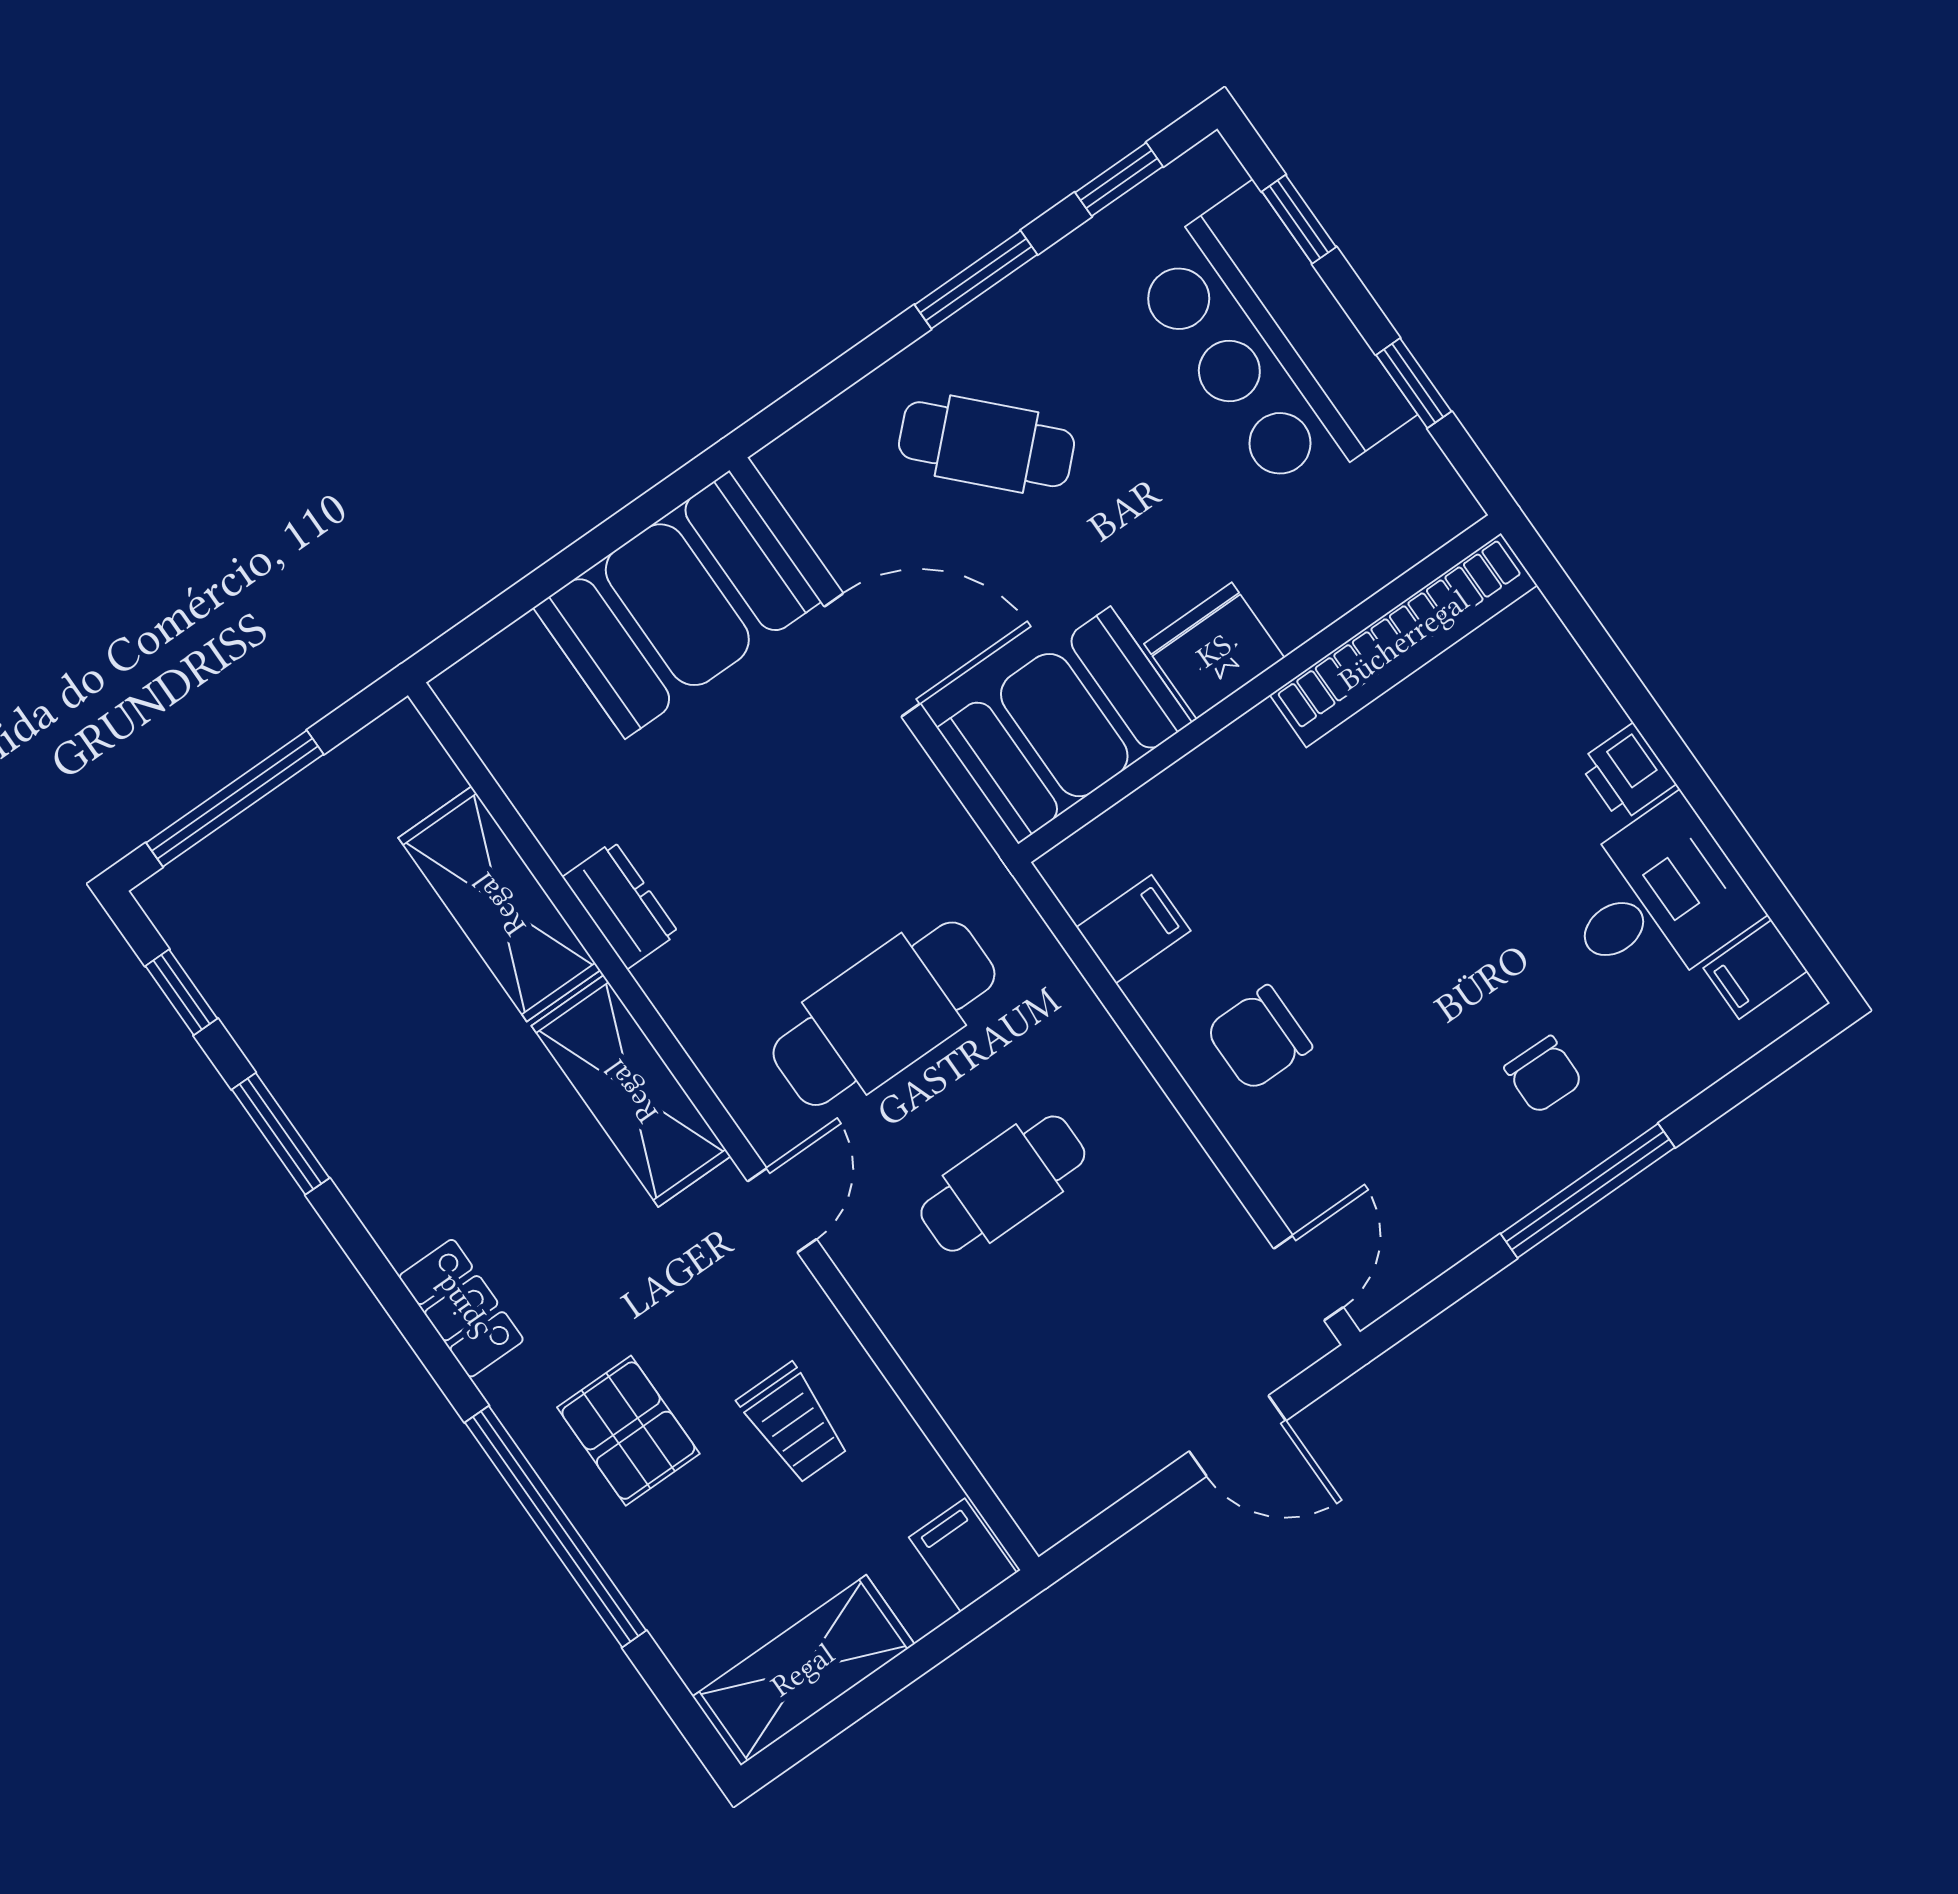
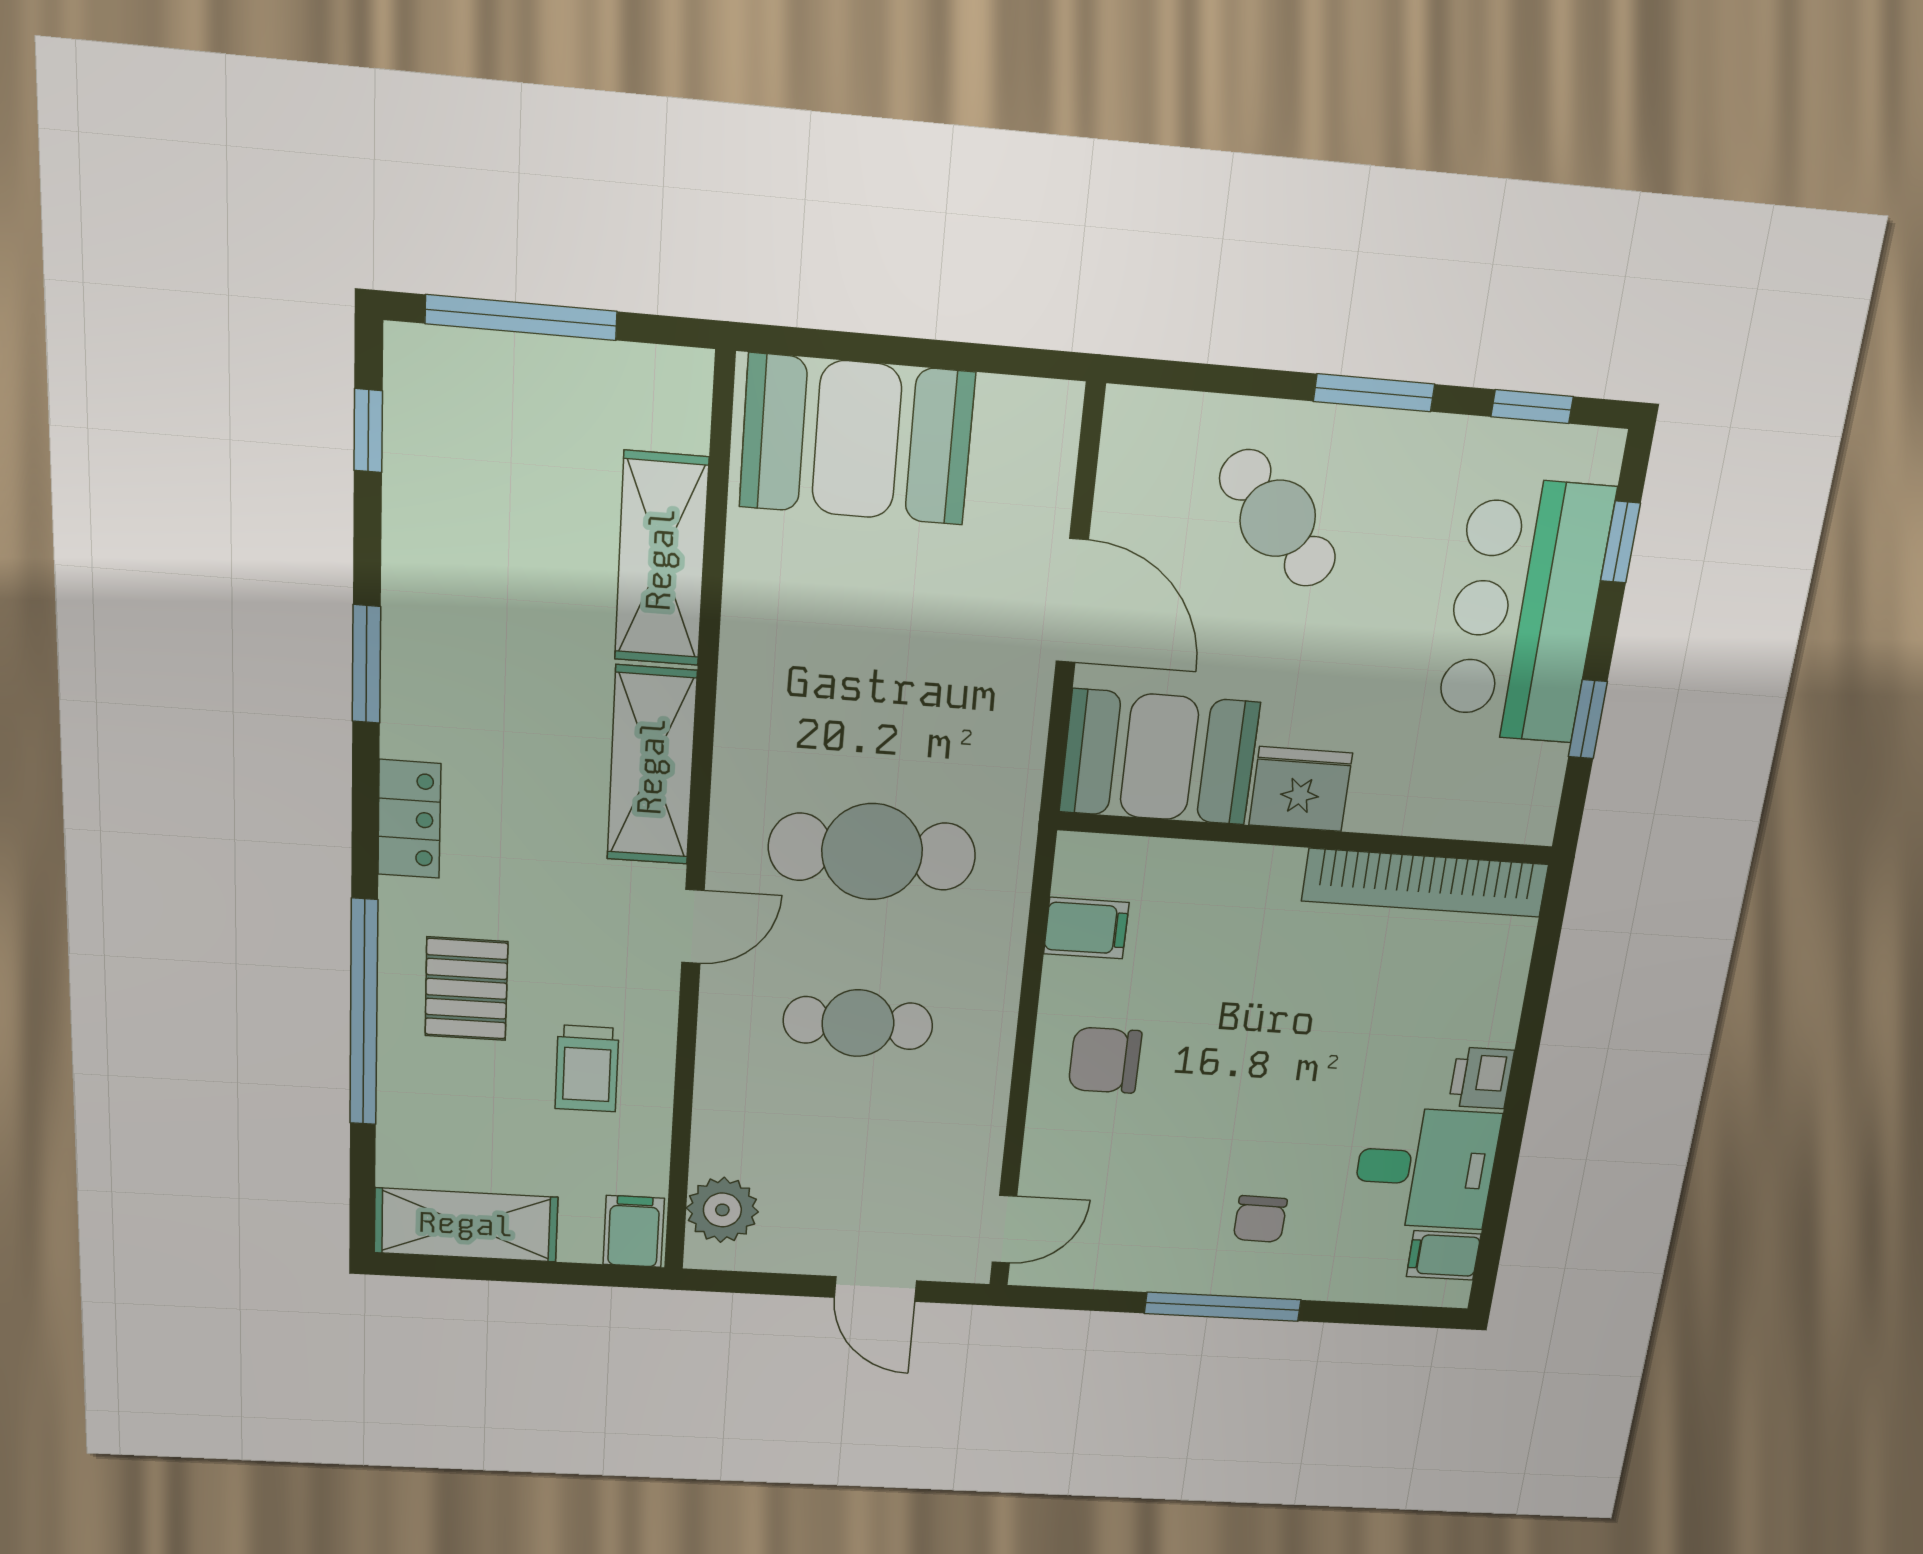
booth: (677, 605) -> (857, 440), moved
dresser: (621, 905) -> (749, 631), removed
window: (281, 1134) -> (366, 664), moved
plant: (1028, 1468) -> (722, 1210), added

